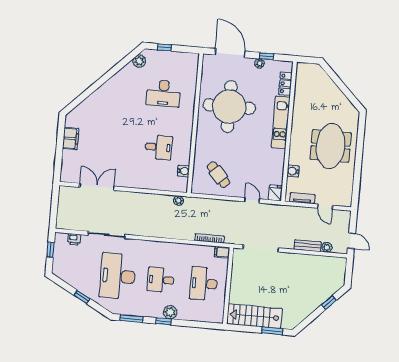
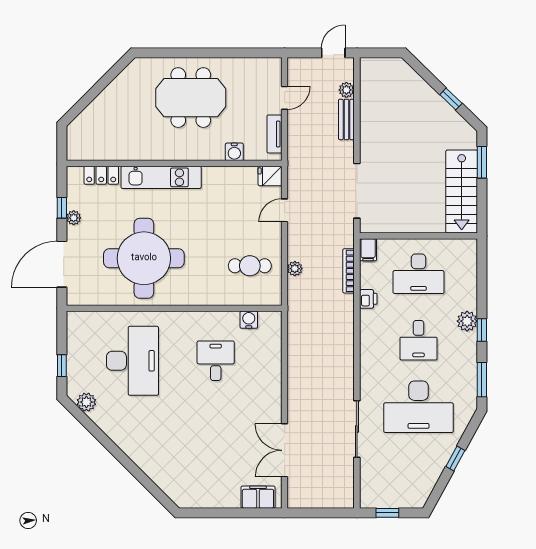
desk: (163, 93) -> (132, 361), width x1.36, depth x1.30
filing cabinet: (71, 138) -> (258, 497), moved
cafe table: (218, 175) -> (250, 266), turned 42
plant: (178, 201) -> (295, 269), moved
printer: (74, 239) -> (368, 299), moved
window: (329, 302) -> (451, 99), moved

